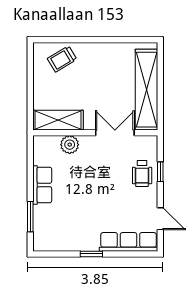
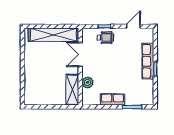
trolley: (62, 59) -> (34, 87), removed
row of seats: (128, 242) -> (148, 61), moved

